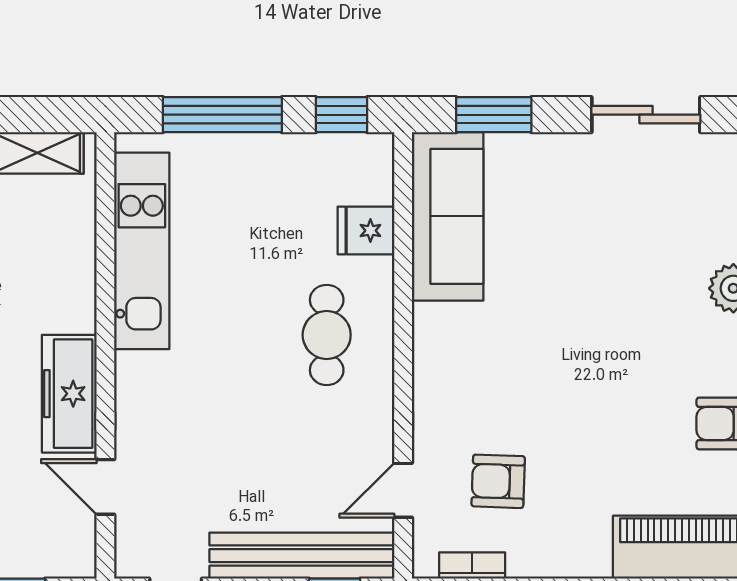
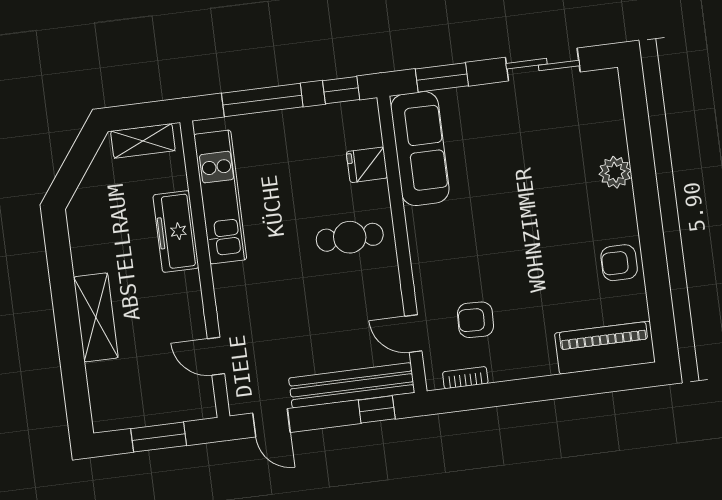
cafe table: (327, 335) -> (350, 237), turned 90
freezer: (69, 394) -> (176, 231), moved
door: (403, 490) -> (413, 334), hinge flipped

